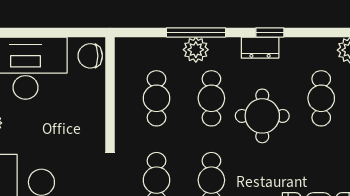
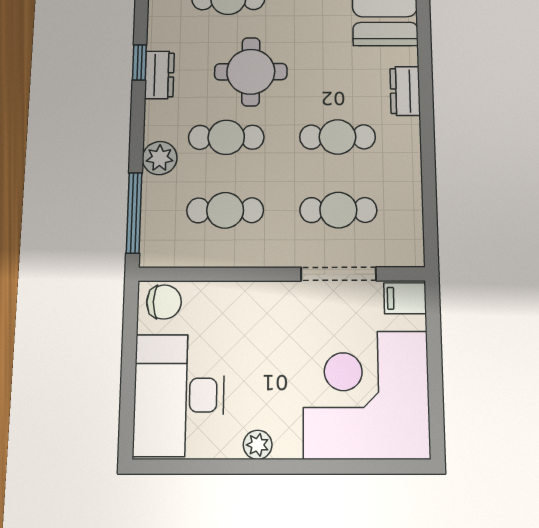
window: (196, 32) -> (134, 213), moved
chair: (90, 56) -> (164, 302), turned -90

